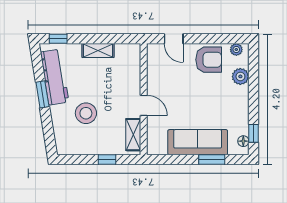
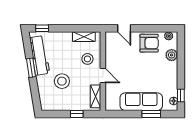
shelving: (98, 51) -> (84, 37), moved
stool: (122, 82) -> (87, 59), added

